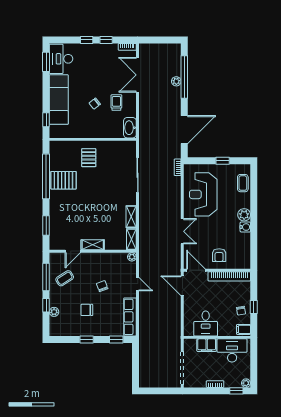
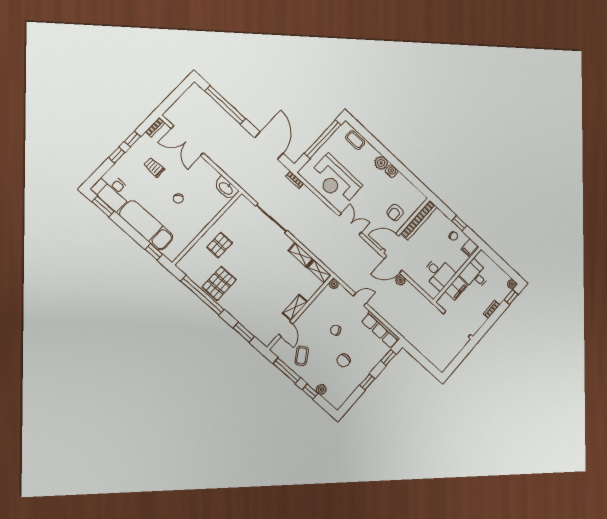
plant: (176, 81) -> (400, 280), moved
trolley: (116, 102) -> (154, 167), moved
pallet: (89, 158) -> (220, 245), turned 90
window: (223, 161) -> (323, 139), width x3.17
armchair: (219, 255) -> (395, 213), turned 90
desk: (232, 350) -> (475, 275), width x0.73

